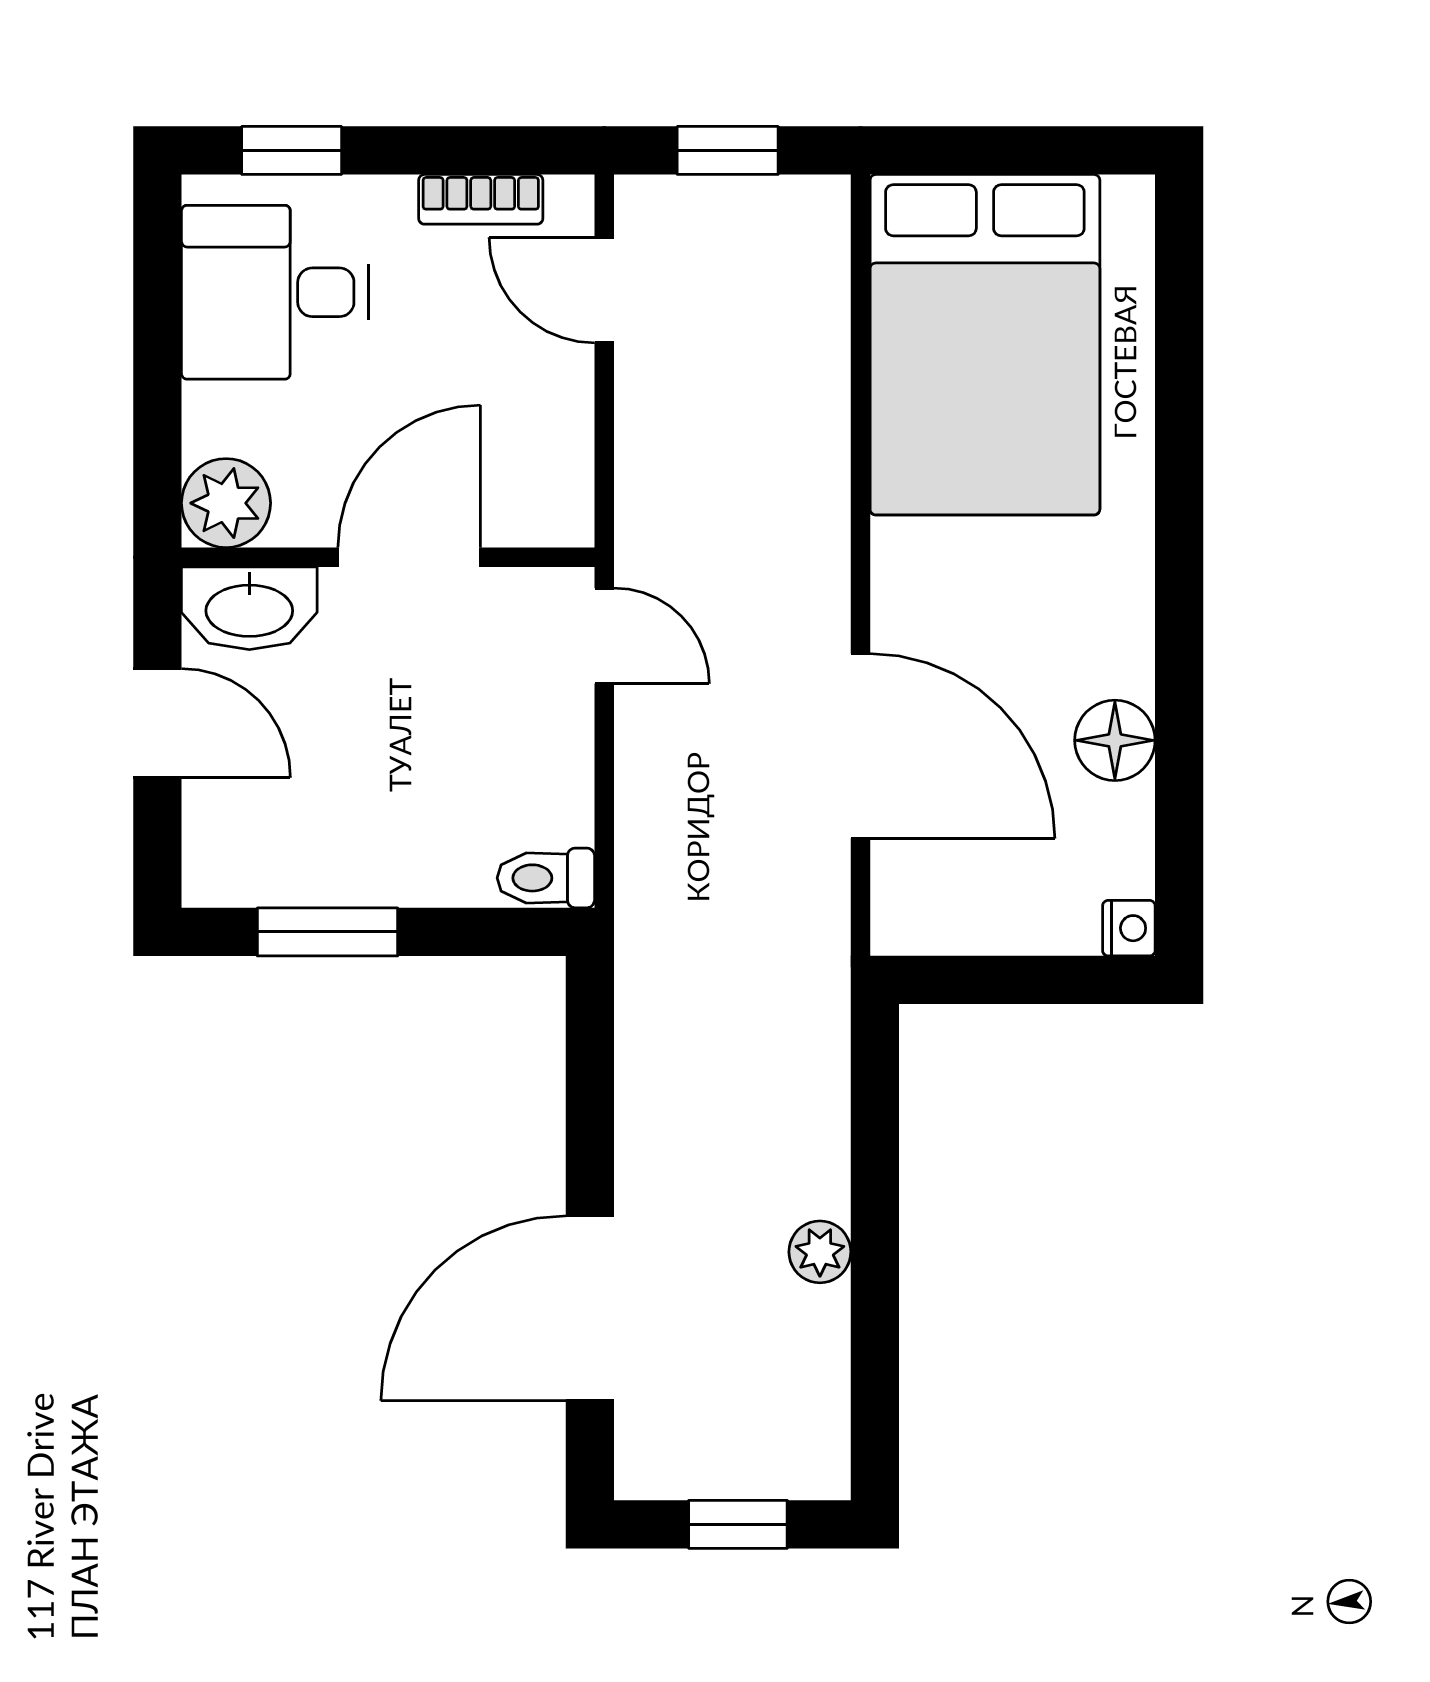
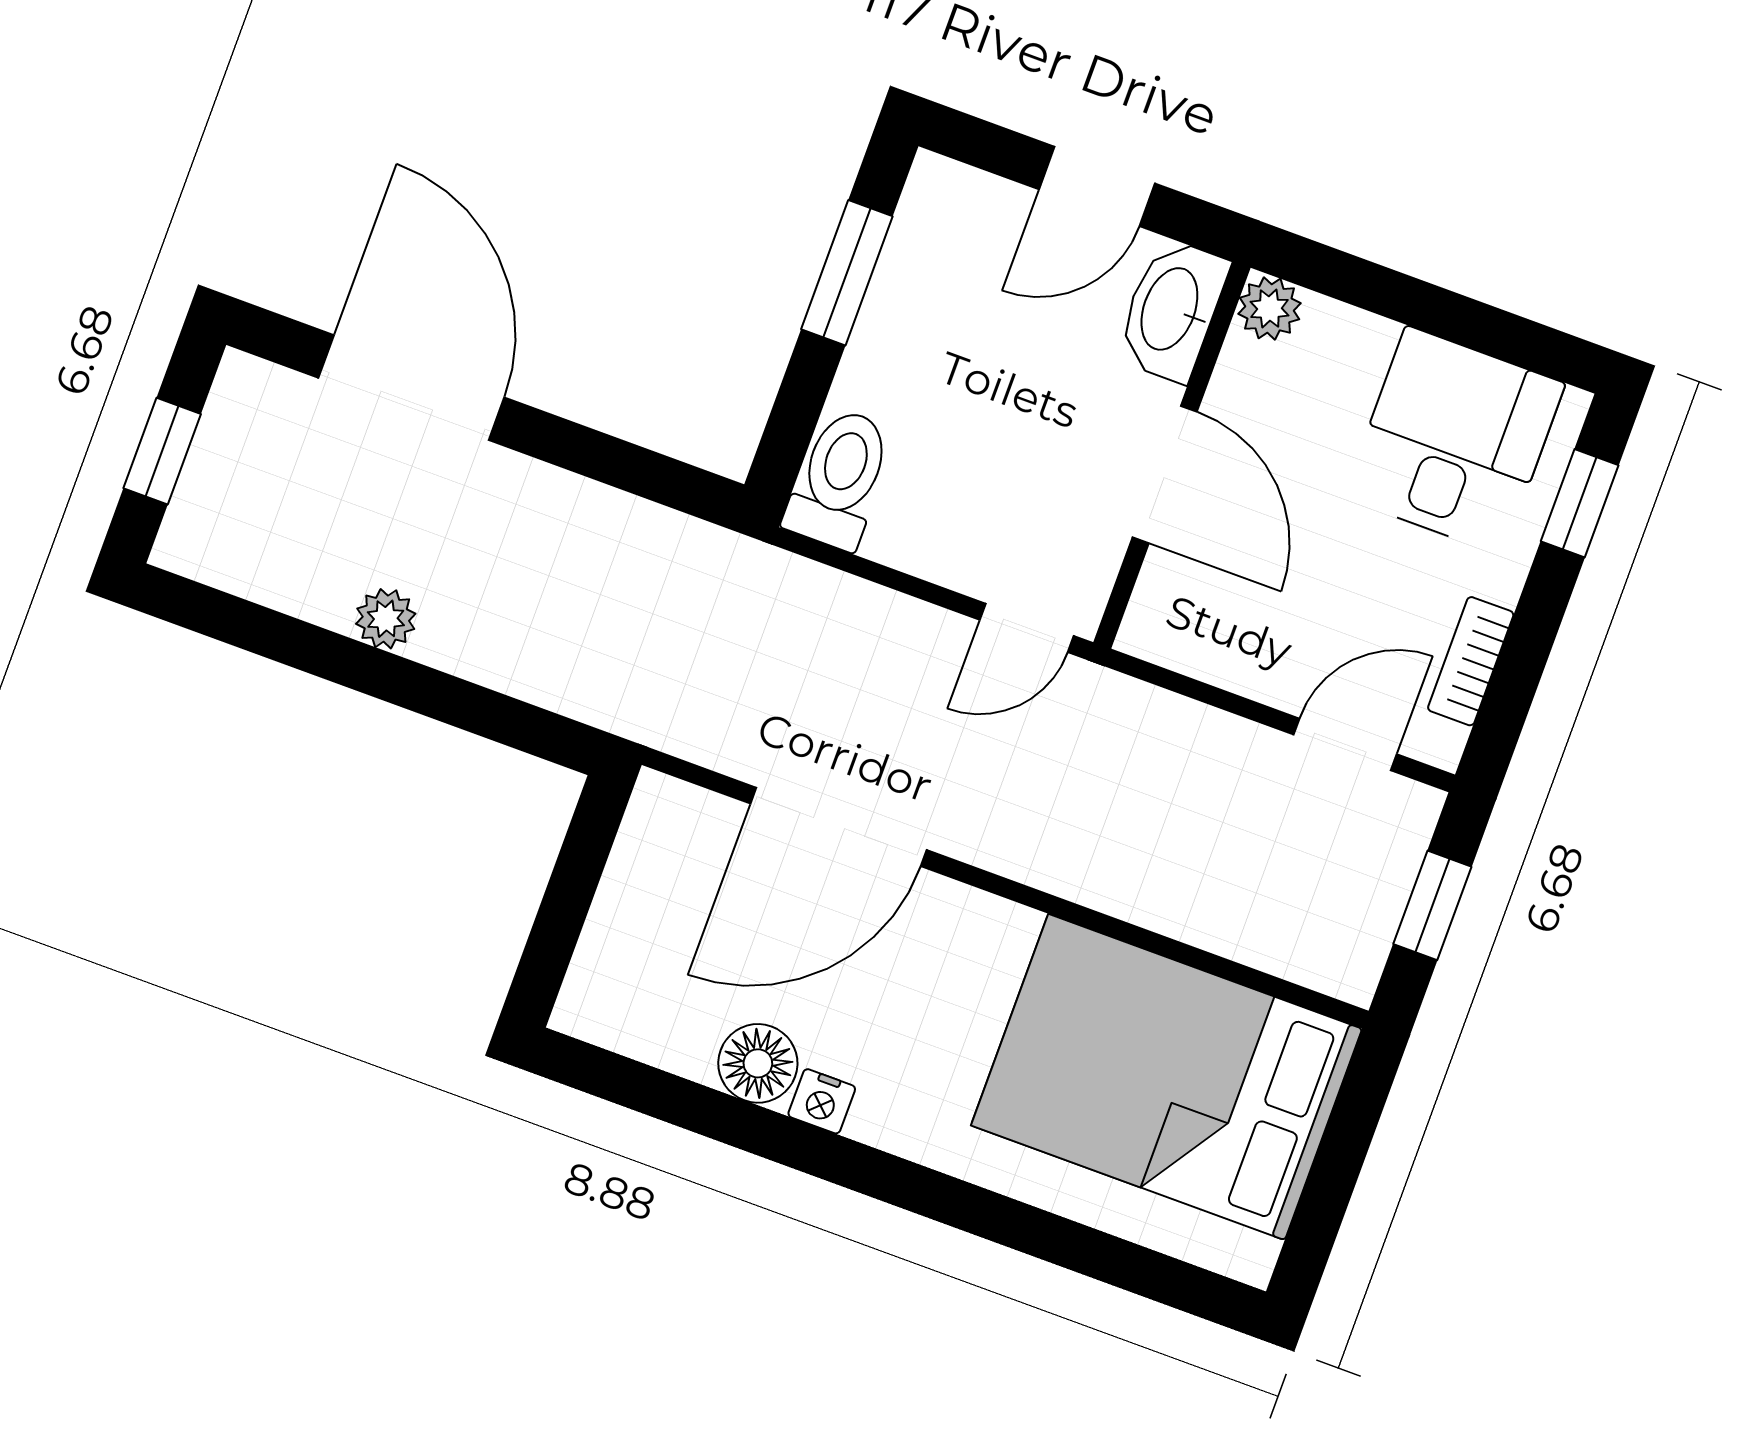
plant: (226, 503) -> (1269, 309), width x0.73, depth x0.73
toilet: (546, 878) -> (840, 479), width x1.37, depth x1.39
nightstand: (1129, 928) -> (822, 1101), moved

